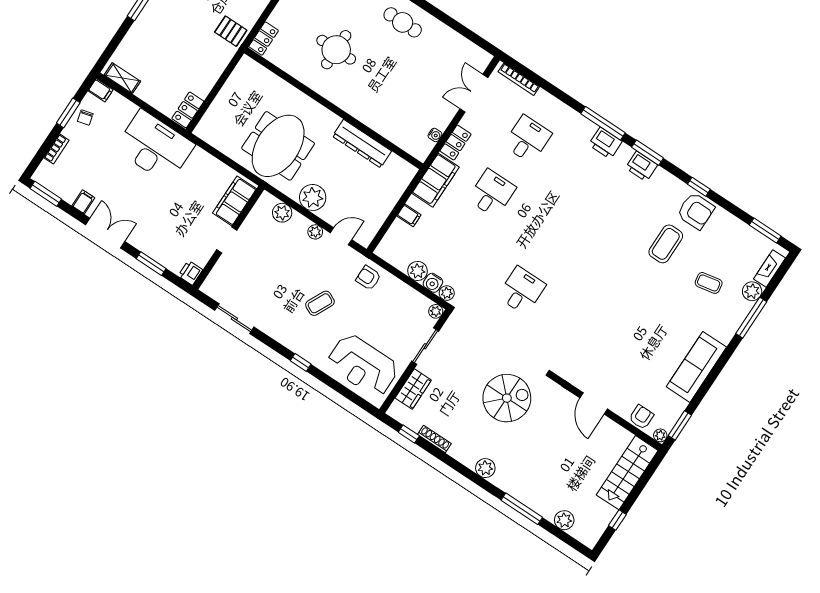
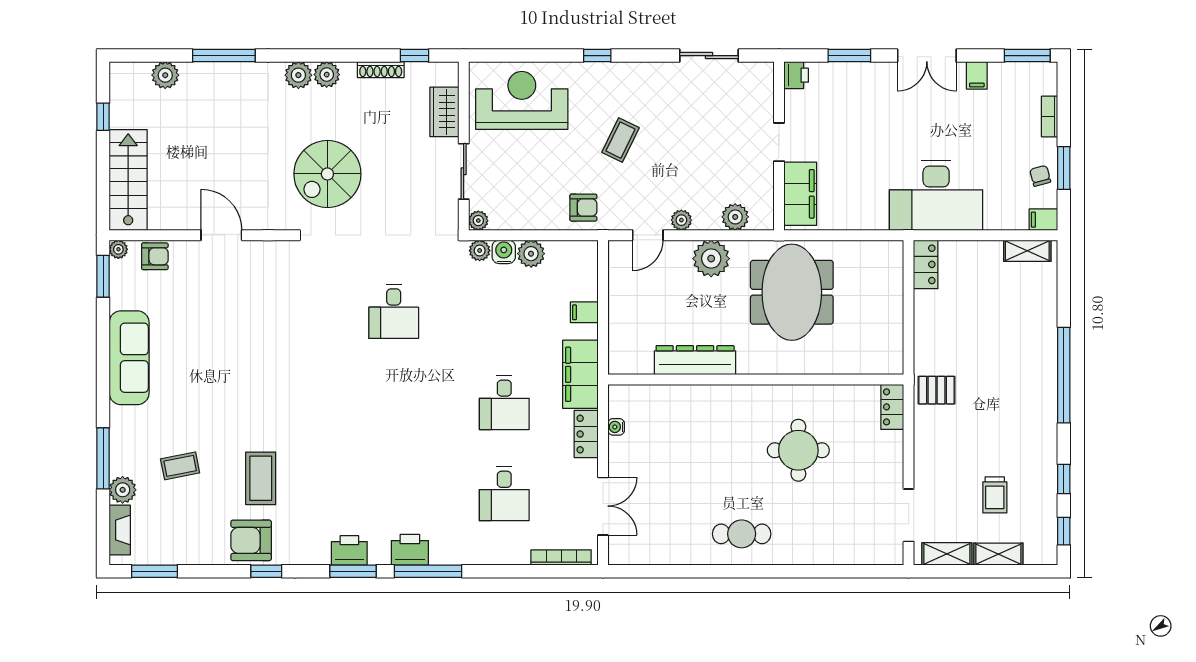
armchair: (641, 417) -> (155, 256), turned -90
plant: (468, 457) -> (327, 75), added

